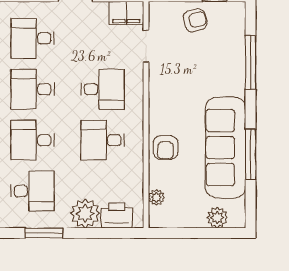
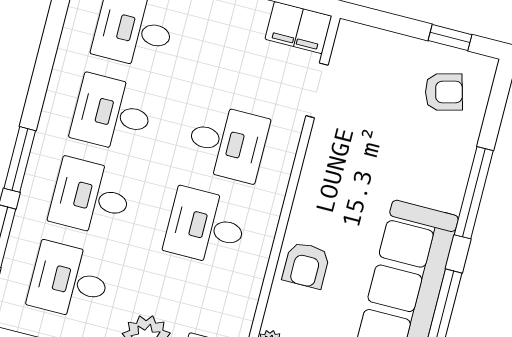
armchair: (195, 20) -> (444, 92), moved
window: (251, 62) -> (474, 193), moved
desk: (33, 191) -> (69, 281), turned 180

